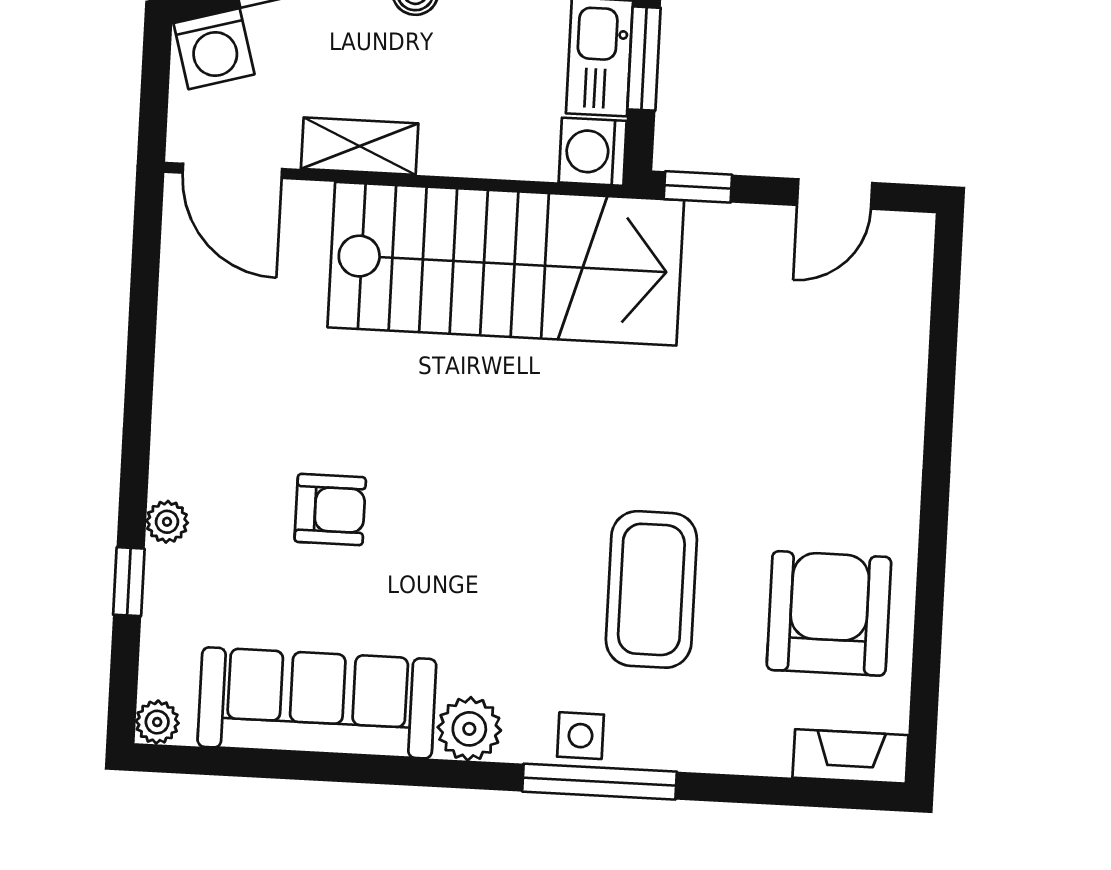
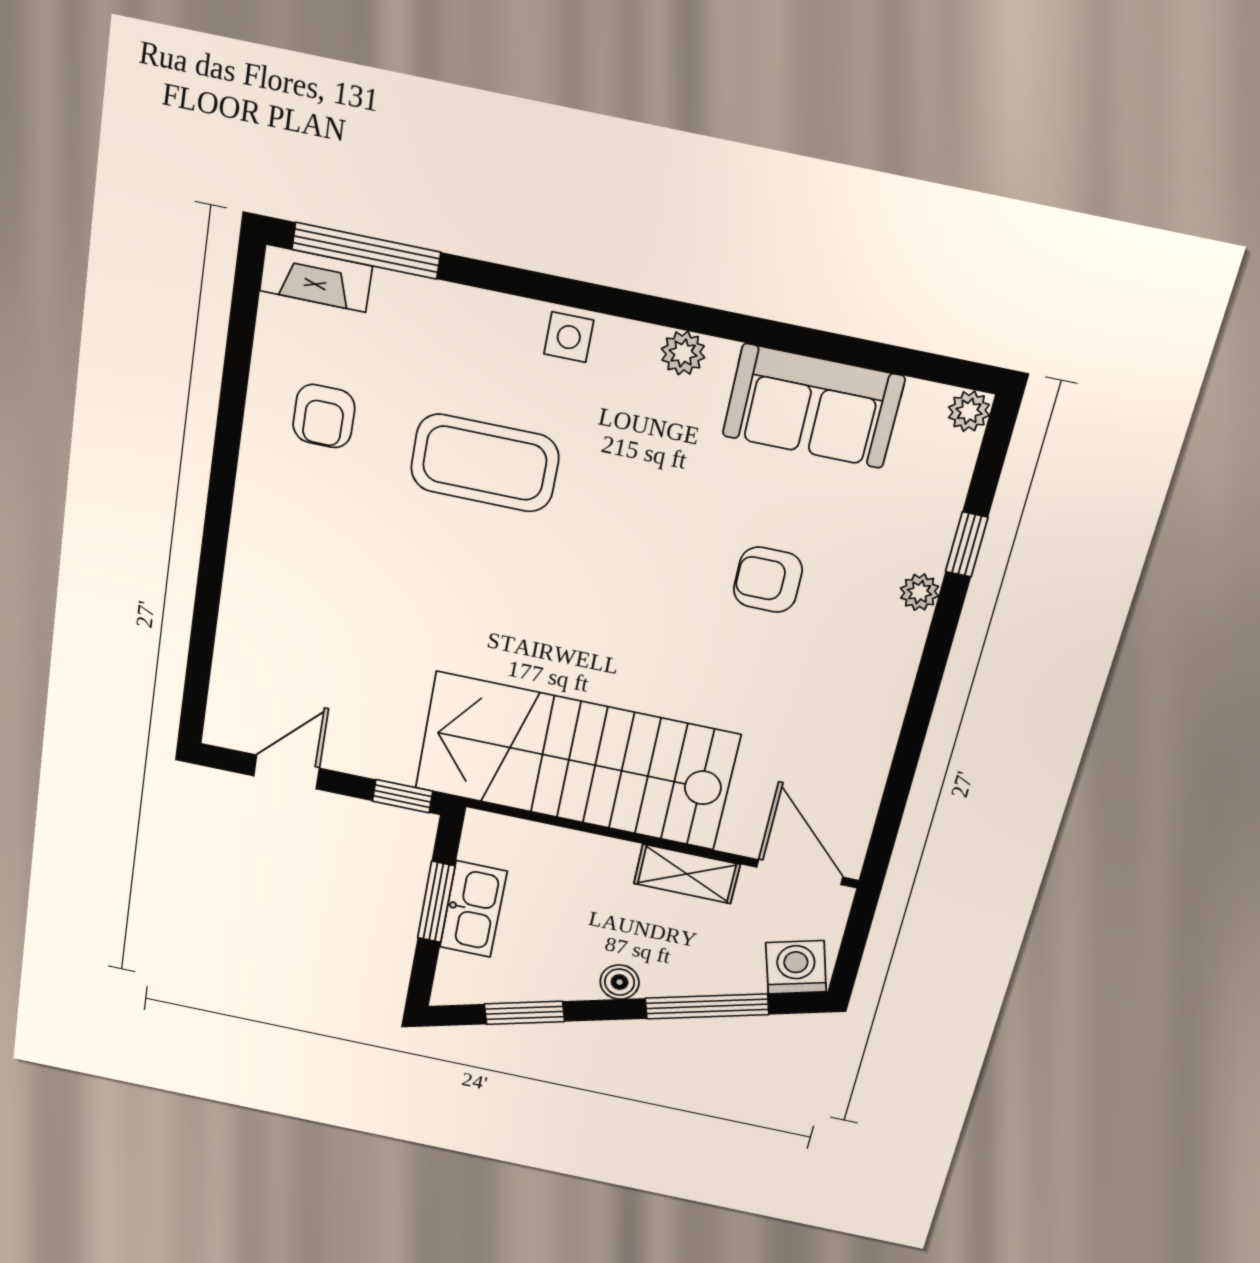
washing machine: (593, 152) -> (489, 838), removed
coffee table: (651, 589) -> (485, 463), turned 90
armchair: (829, 613) -> (324, 416), width x0.53, depth x0.53
sofa: (317, 703) -> (813, 406), width x0.73
plant: (469, 729) -> (683, 353), width x0.73, depth x0.73
window: (600, 782) -> (366, 251), moved

